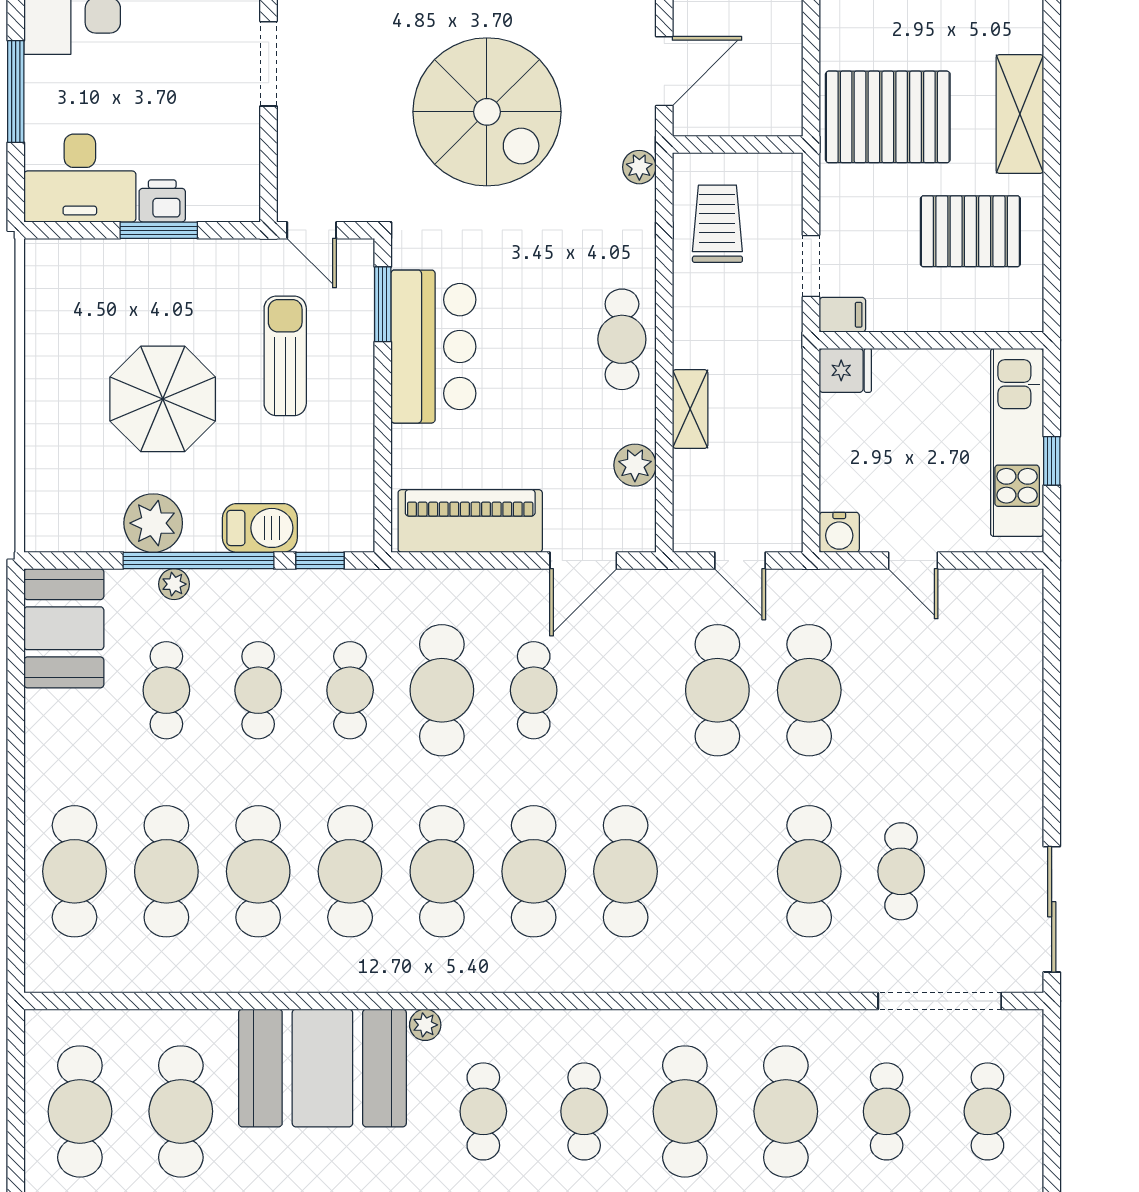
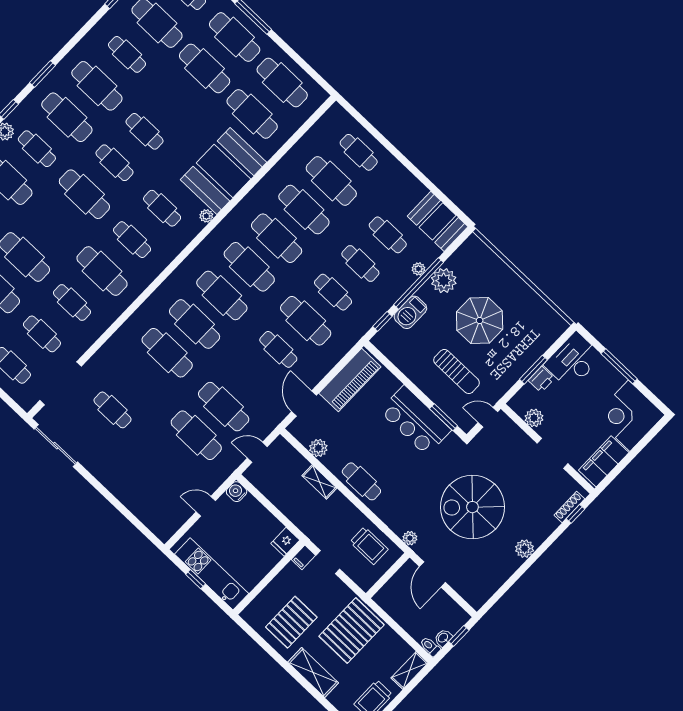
plant: (239, 152) -> (534, 418), added
cafe table: (74, 871) -> (359, 152), width x0.73, depth x0.74
cafe table: (809, 871) -> (167, 353), moved
cafe table: (786, 1111) -> (72, 302), width x0.73, depth x0.74

